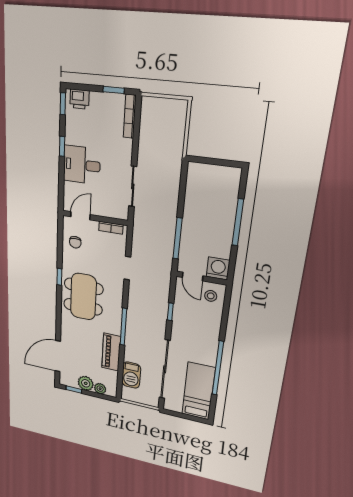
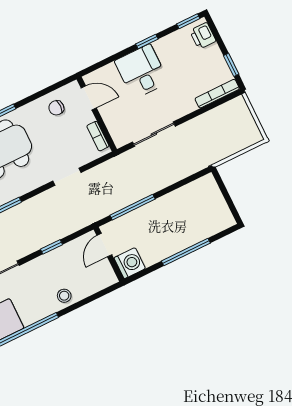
stool: (211, 296) -> (64, 296), moved

